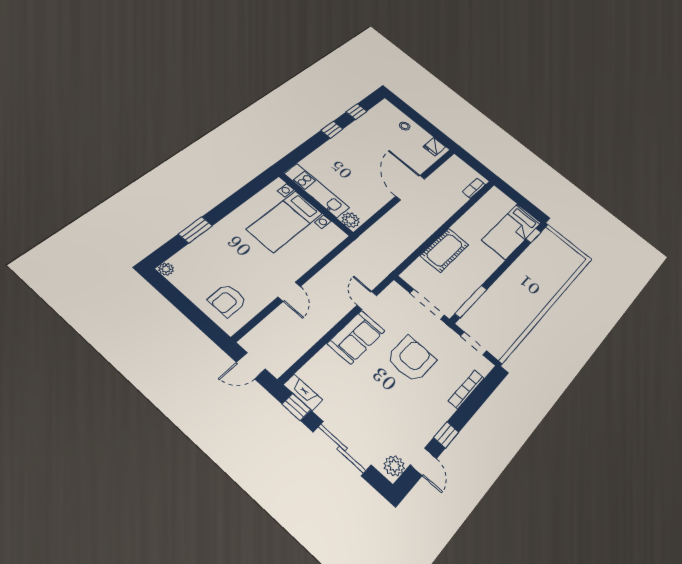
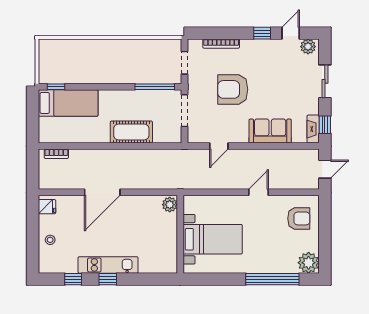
kitchen unit: (317, 191) -> (108, 265), moved, turned 90
window: (195, 230) -> (272, 279), width x2.11
plant: (166, 269) -> (309, 263), width x1.87, depth x1.87
sofa: (356, 337) -> (270, 131), moved
door: (251, 366) -> (325, 169), hinge flipped
sliding door: (342, 448) -> (325, 81), width x0.73

